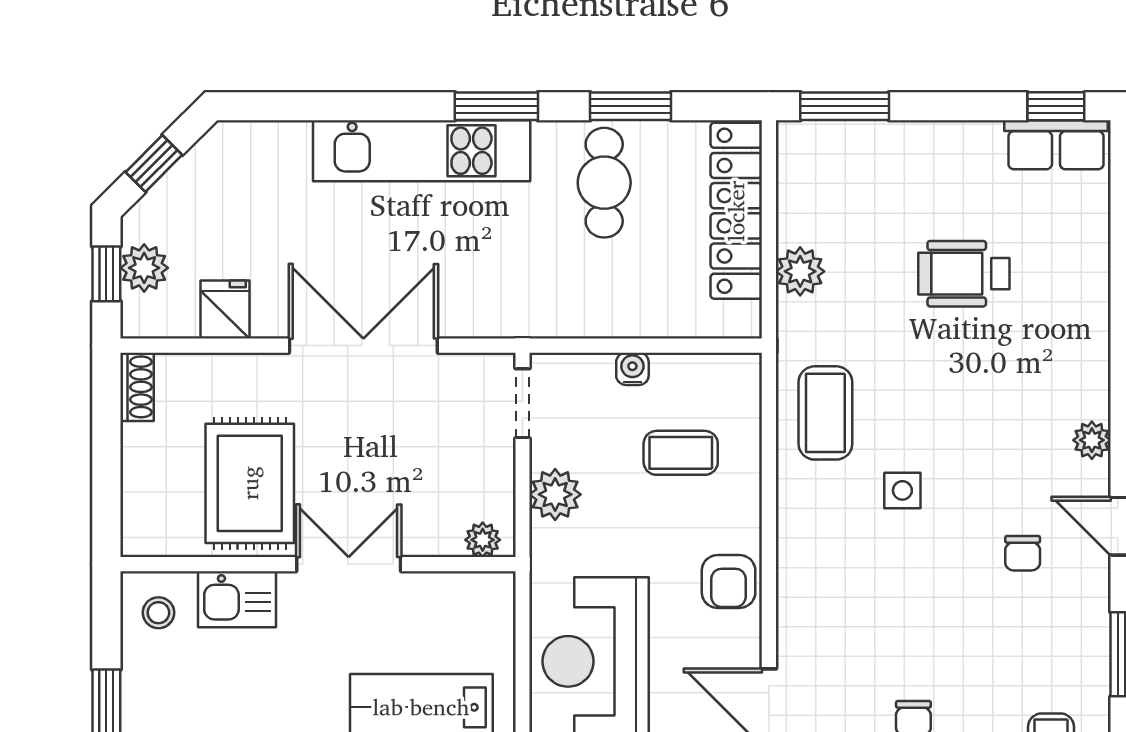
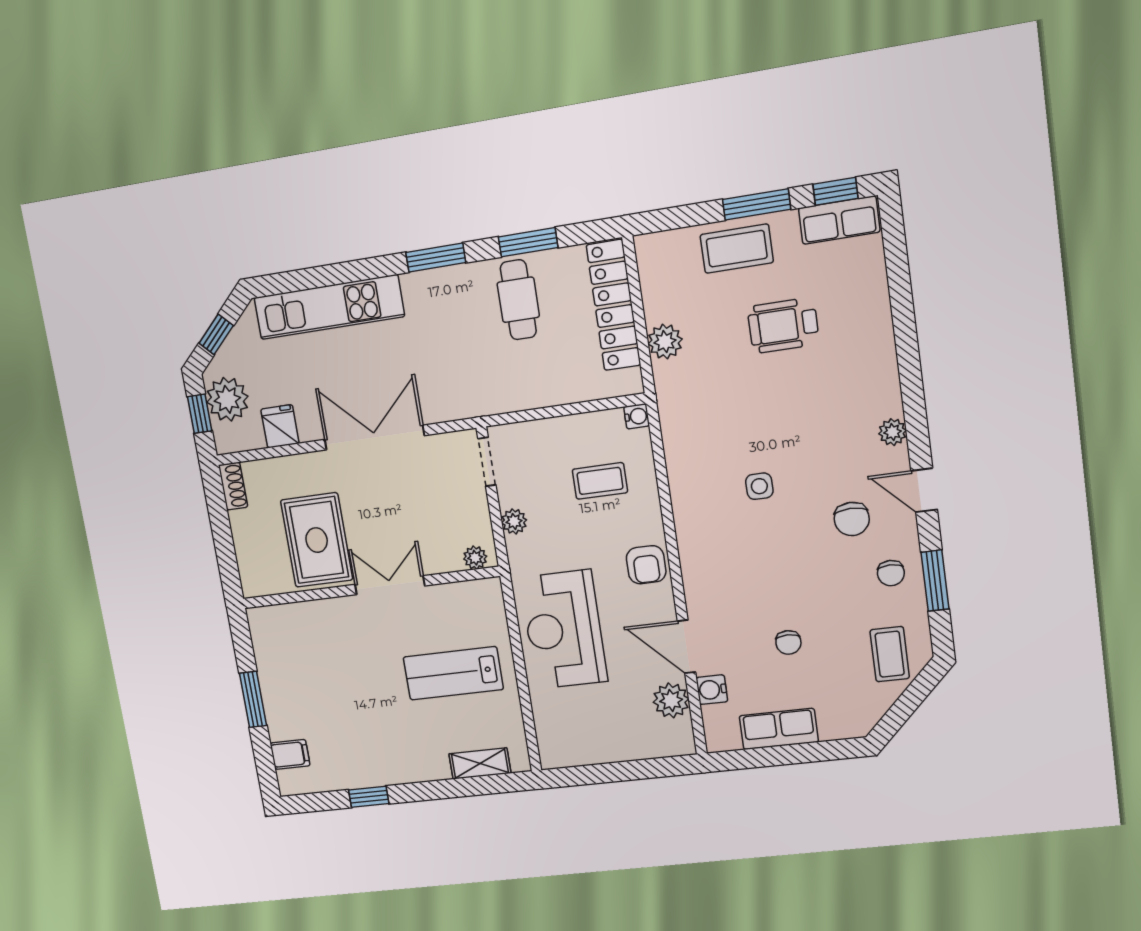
window: (845, 106) -> (757, 204), moved
kitchen unit: (422, 151) -> (329, 307), moved
plant: (144, 268) -> (227, 399), width x1.36, depth x1.36
water cooler: (632, 369) -> (637, 416), moved, turned 90
coffee table: (825, 413) -> (737, 249), moved, turned 90
plant: (555, 494) -> (514, 521), width x0.73, depth x0.73
chair: (1023, 553) -> (852, 519), width x1.37, depth x1.37
kitchen sink: (237, 599) -> (322, 617), removed
stool: (158, 613) -> (274, 632), removed
chair: (1066, 636) -> (891, 573), added

